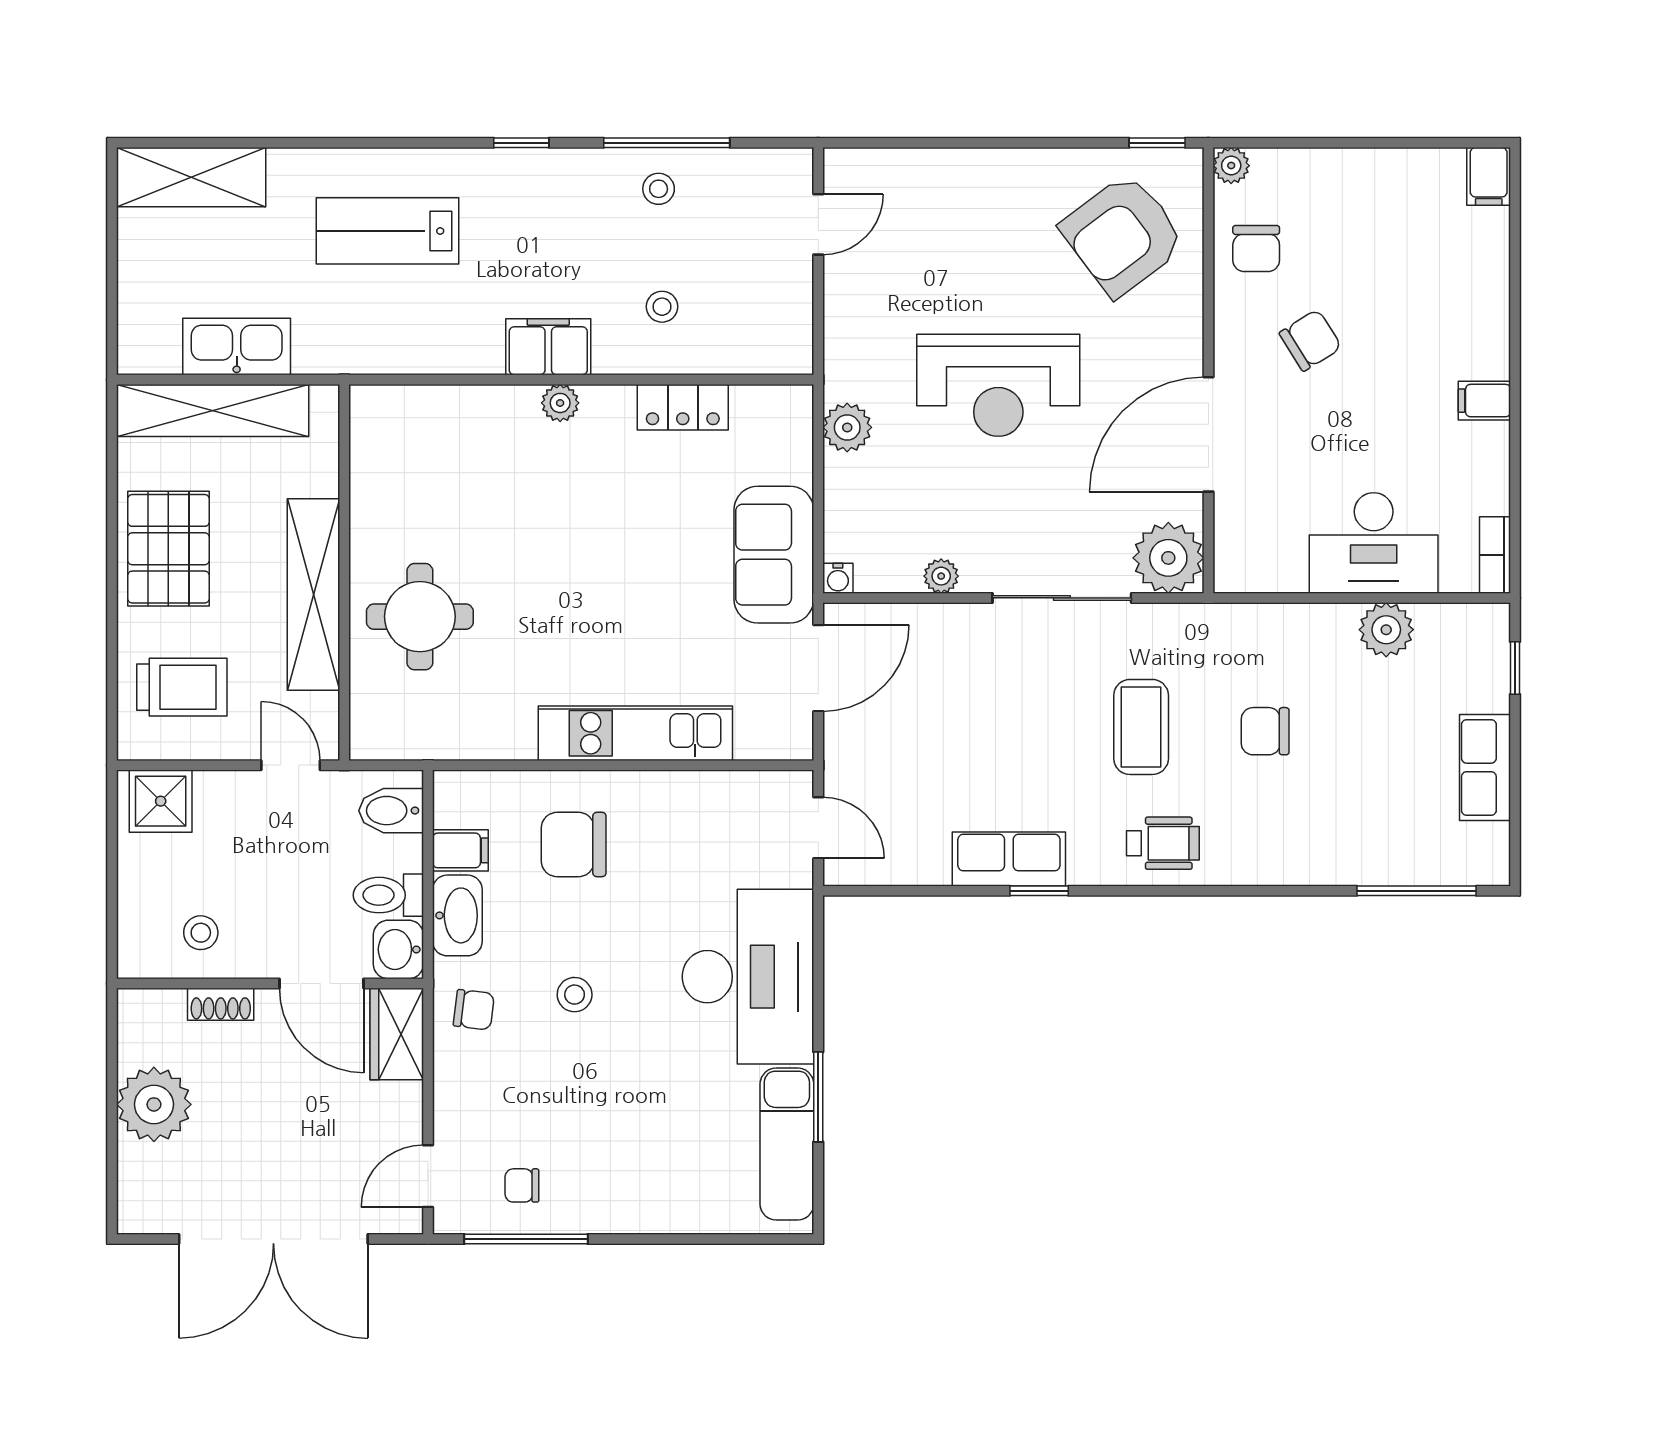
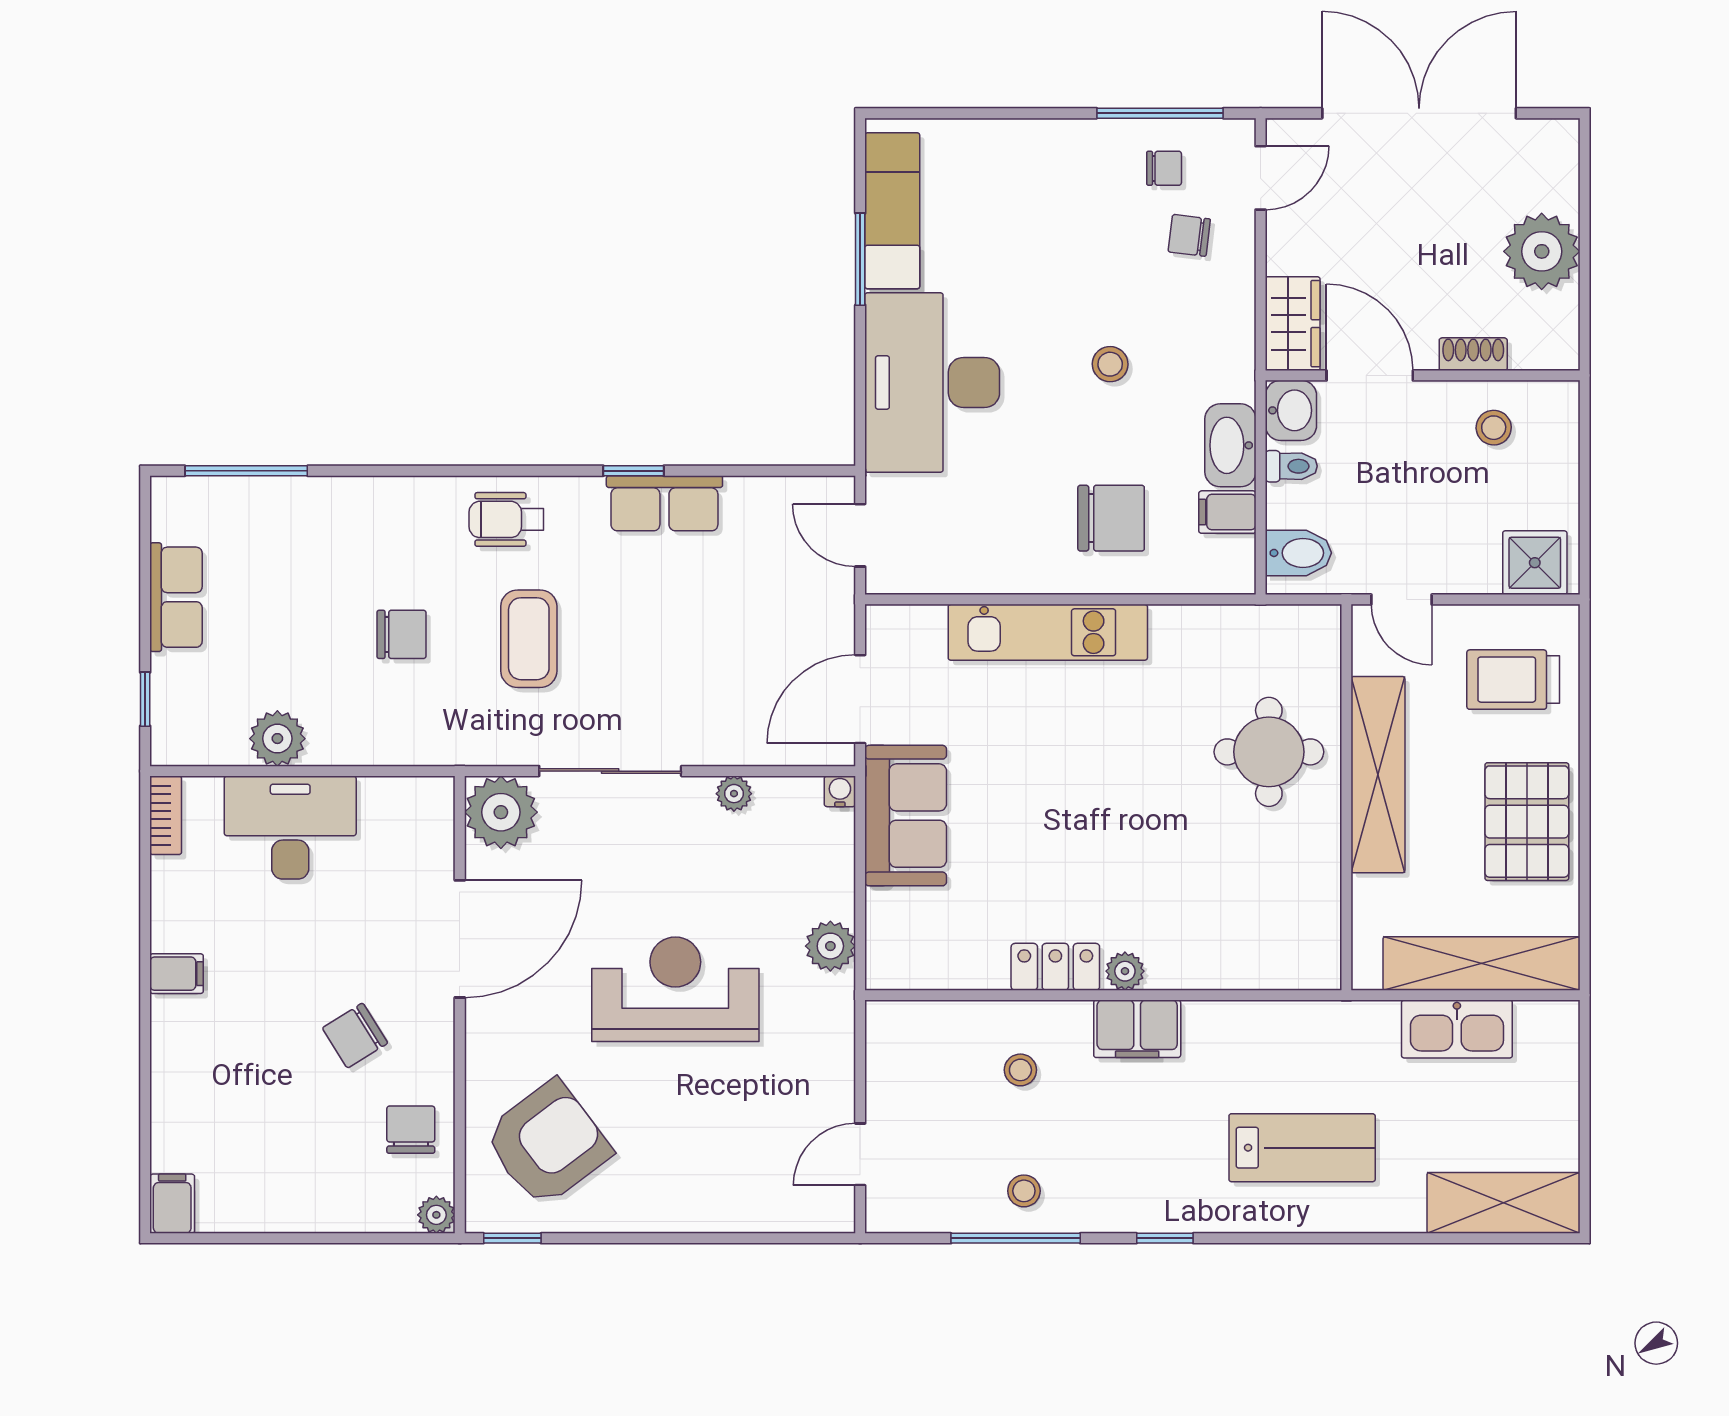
locker: (683, 407) -> (1055, 967), moved
toilet: (388, 895) -> (1291, 466), width x0.73, depth x0.72
chair: (474, 1010) -> (1189, 235), moved

